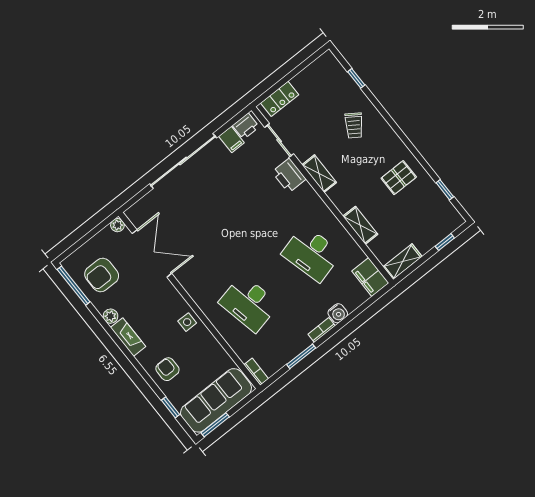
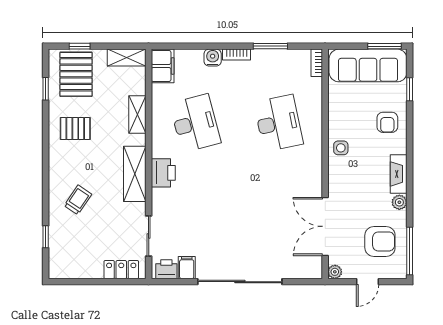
shelving: (319, 174) -> (135, 174), width x1.50, depth x1.33
printer: (289, 175) -> (163, 173), moved
pallet: (431, 219) -> (76, 74), added
door: (87, 237) -> (368, 282), added

